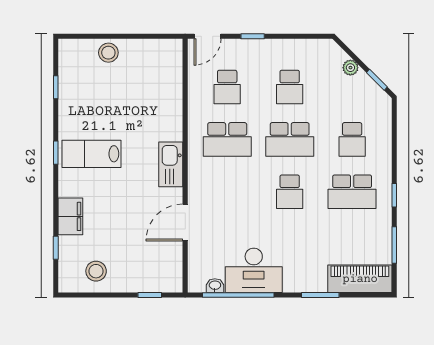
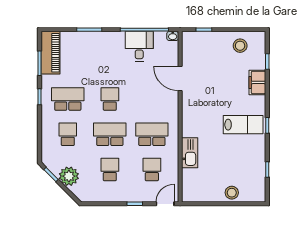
plant: (350, 68) -> (69, 176), width x1.87, depth x1.87
kitchen sink: (171, 164) -> (190, 153), moved
door: (185, 222) -> (180, 78), swing flipped
desk: (254, 270) -> (139, 46), width x0.73
piano: (360, 279) -> (50, 53), moved, turned -90
washbasin: (215, 286) -> (173, 36), moved

